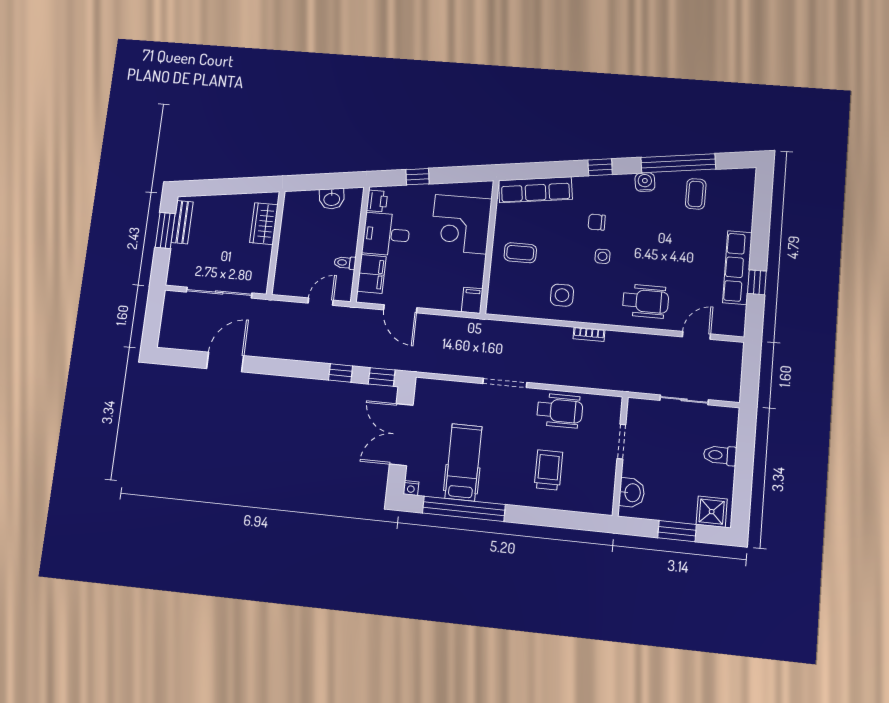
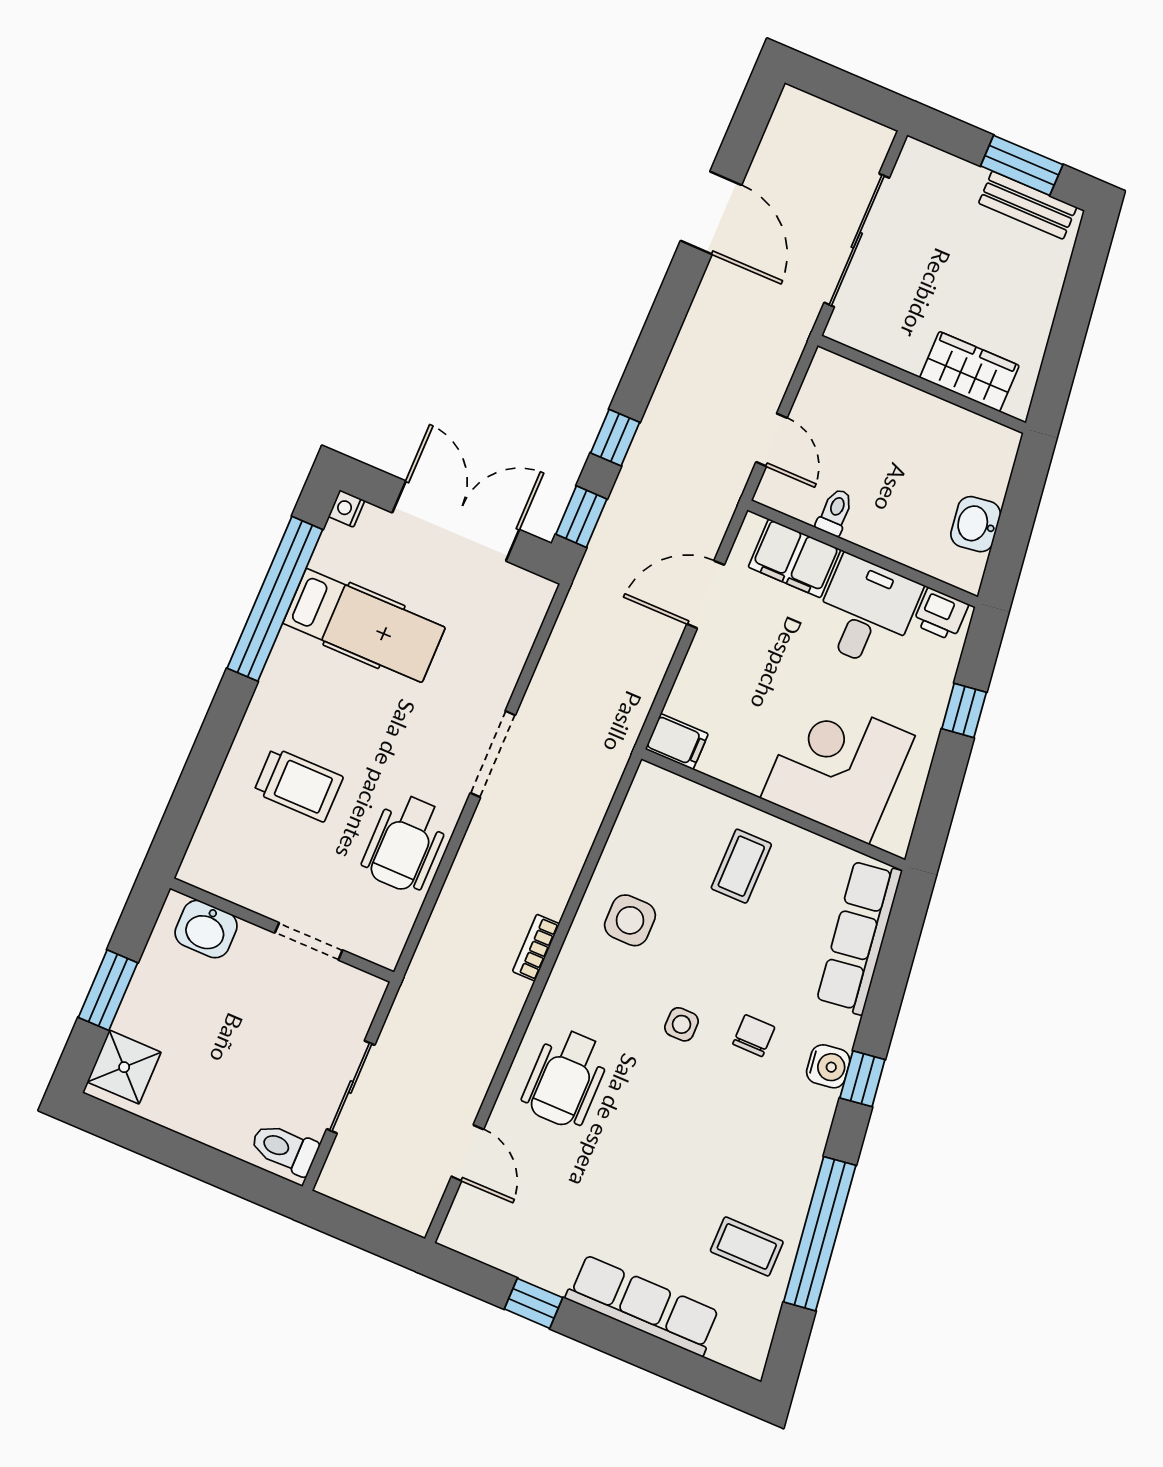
water cooler: (645, 182) -> (828, 1066), moved
row of seats: (737, 268) -> (643, 1305), moved
toilet: (720, 455) -> (284, 1149), moved, turned -90

